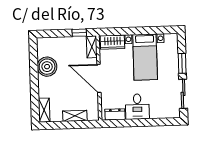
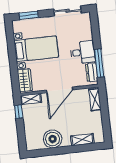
window: (182, 63) -> (29, 15), moved
shelving: (44, 110) -> (82, 140), moved
shelving: (75, 116) -> (95, 99), moved
window: (124, 123) -> (99, 63), added

